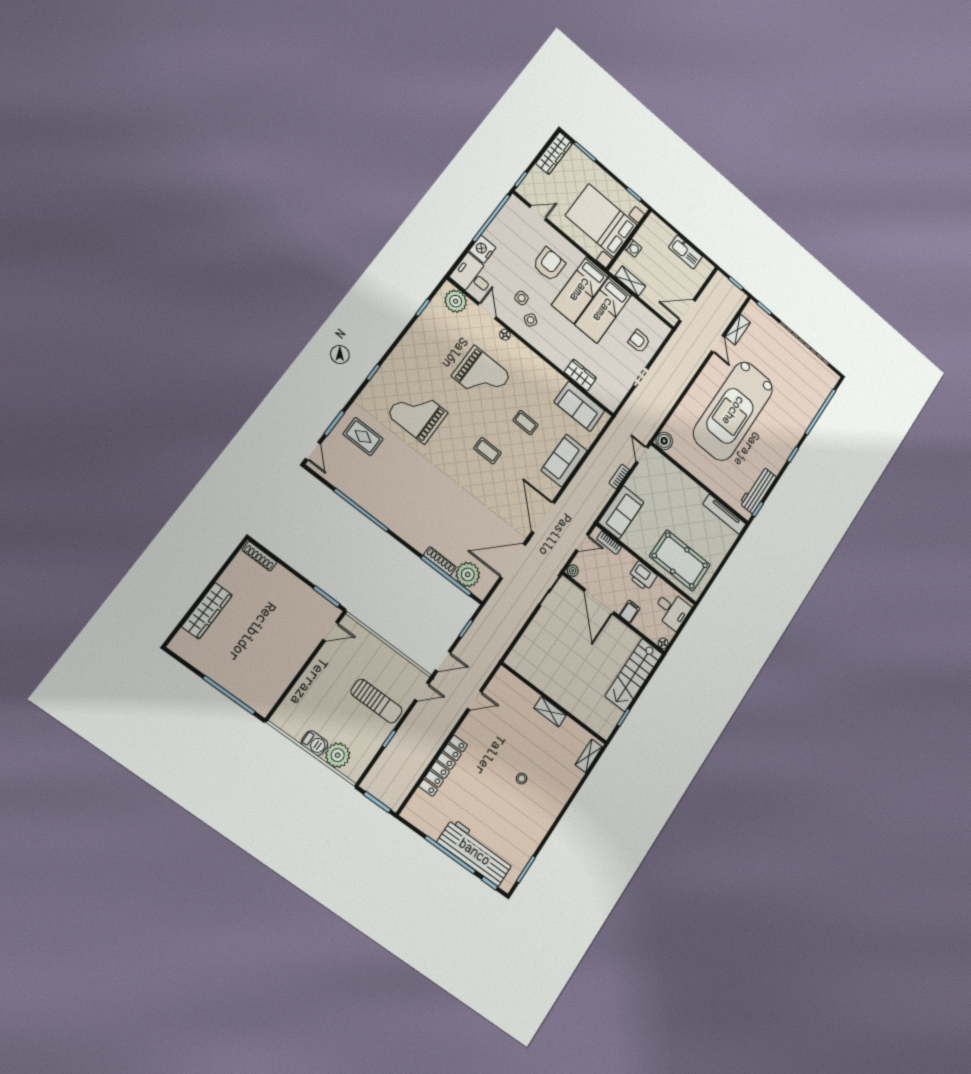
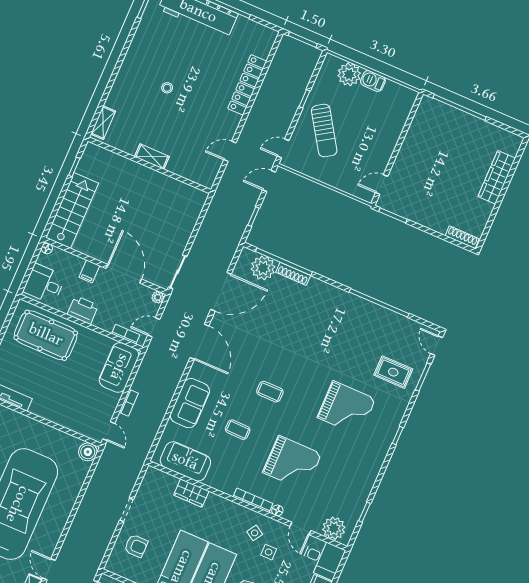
bookcase: (526, 351) -> (253, 500), added
grand piano: (481, 376) -> (292, 463), turned 180
sun lounger: (377, 701) -> (324, 131), turned -123

